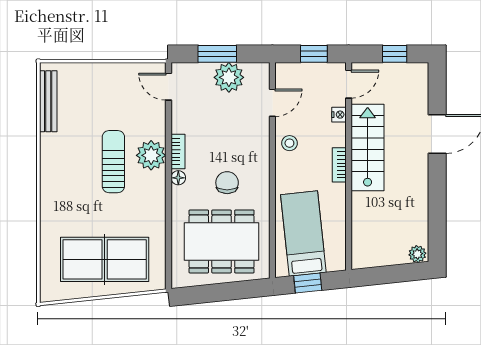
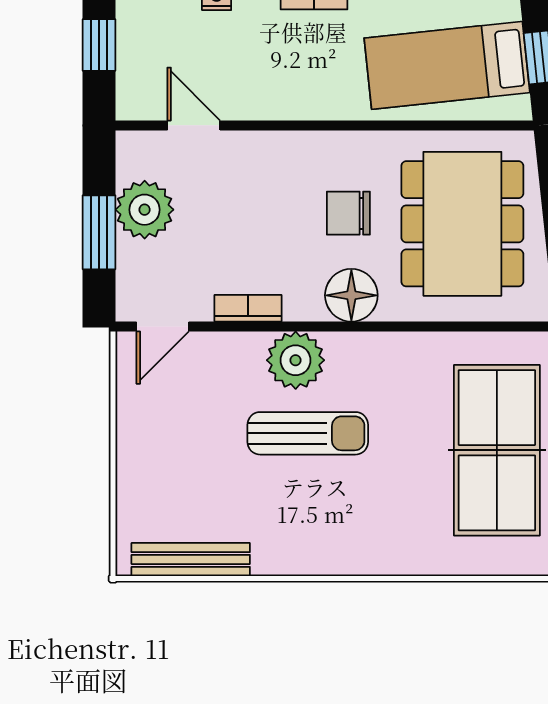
stool: (289, 143) -> (272, 92), removed
bookcase: (178, 152) -> (248, 308), moved
sun lounger: (113, 162) -> (308, 433), turned 180
floor lamp: (178, 178) -> (351, 295), width x1.89, depth x1.89

